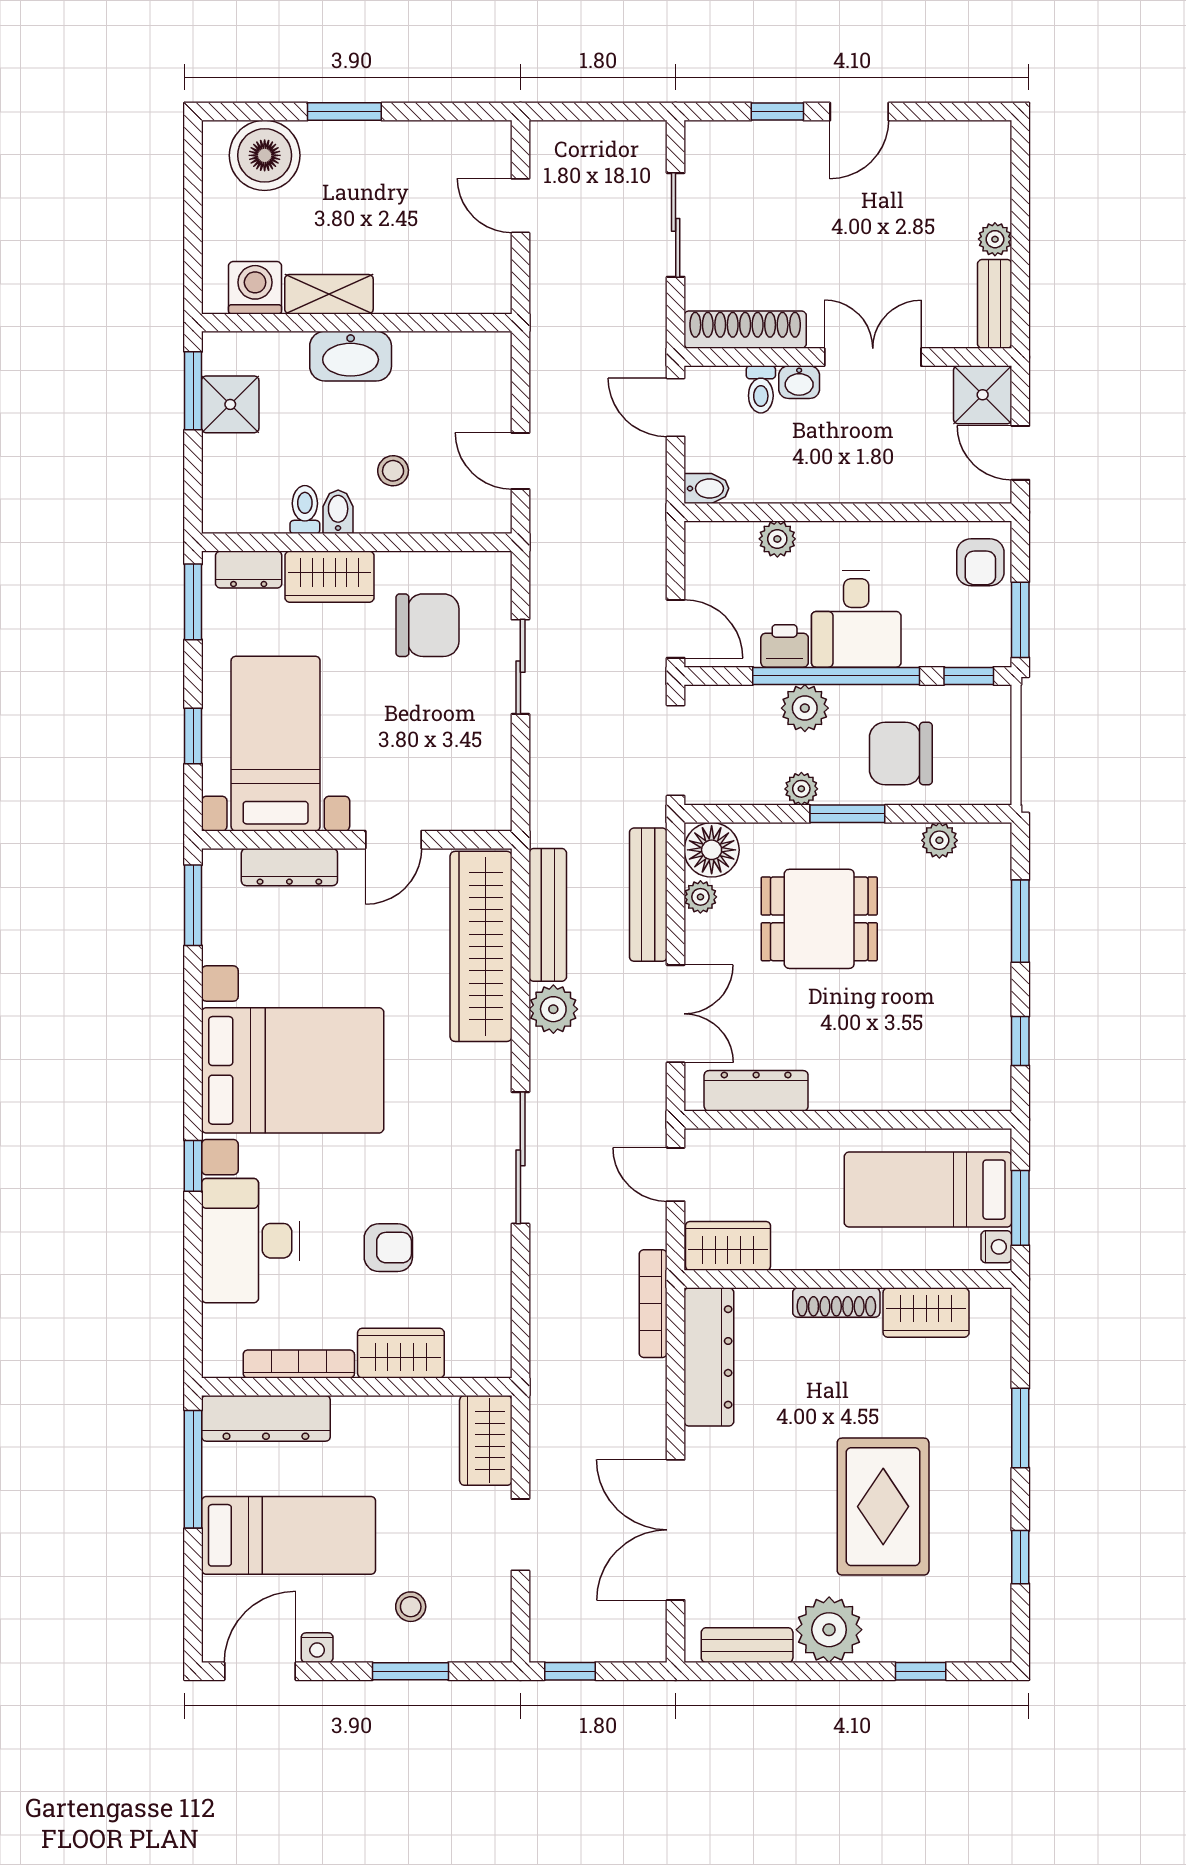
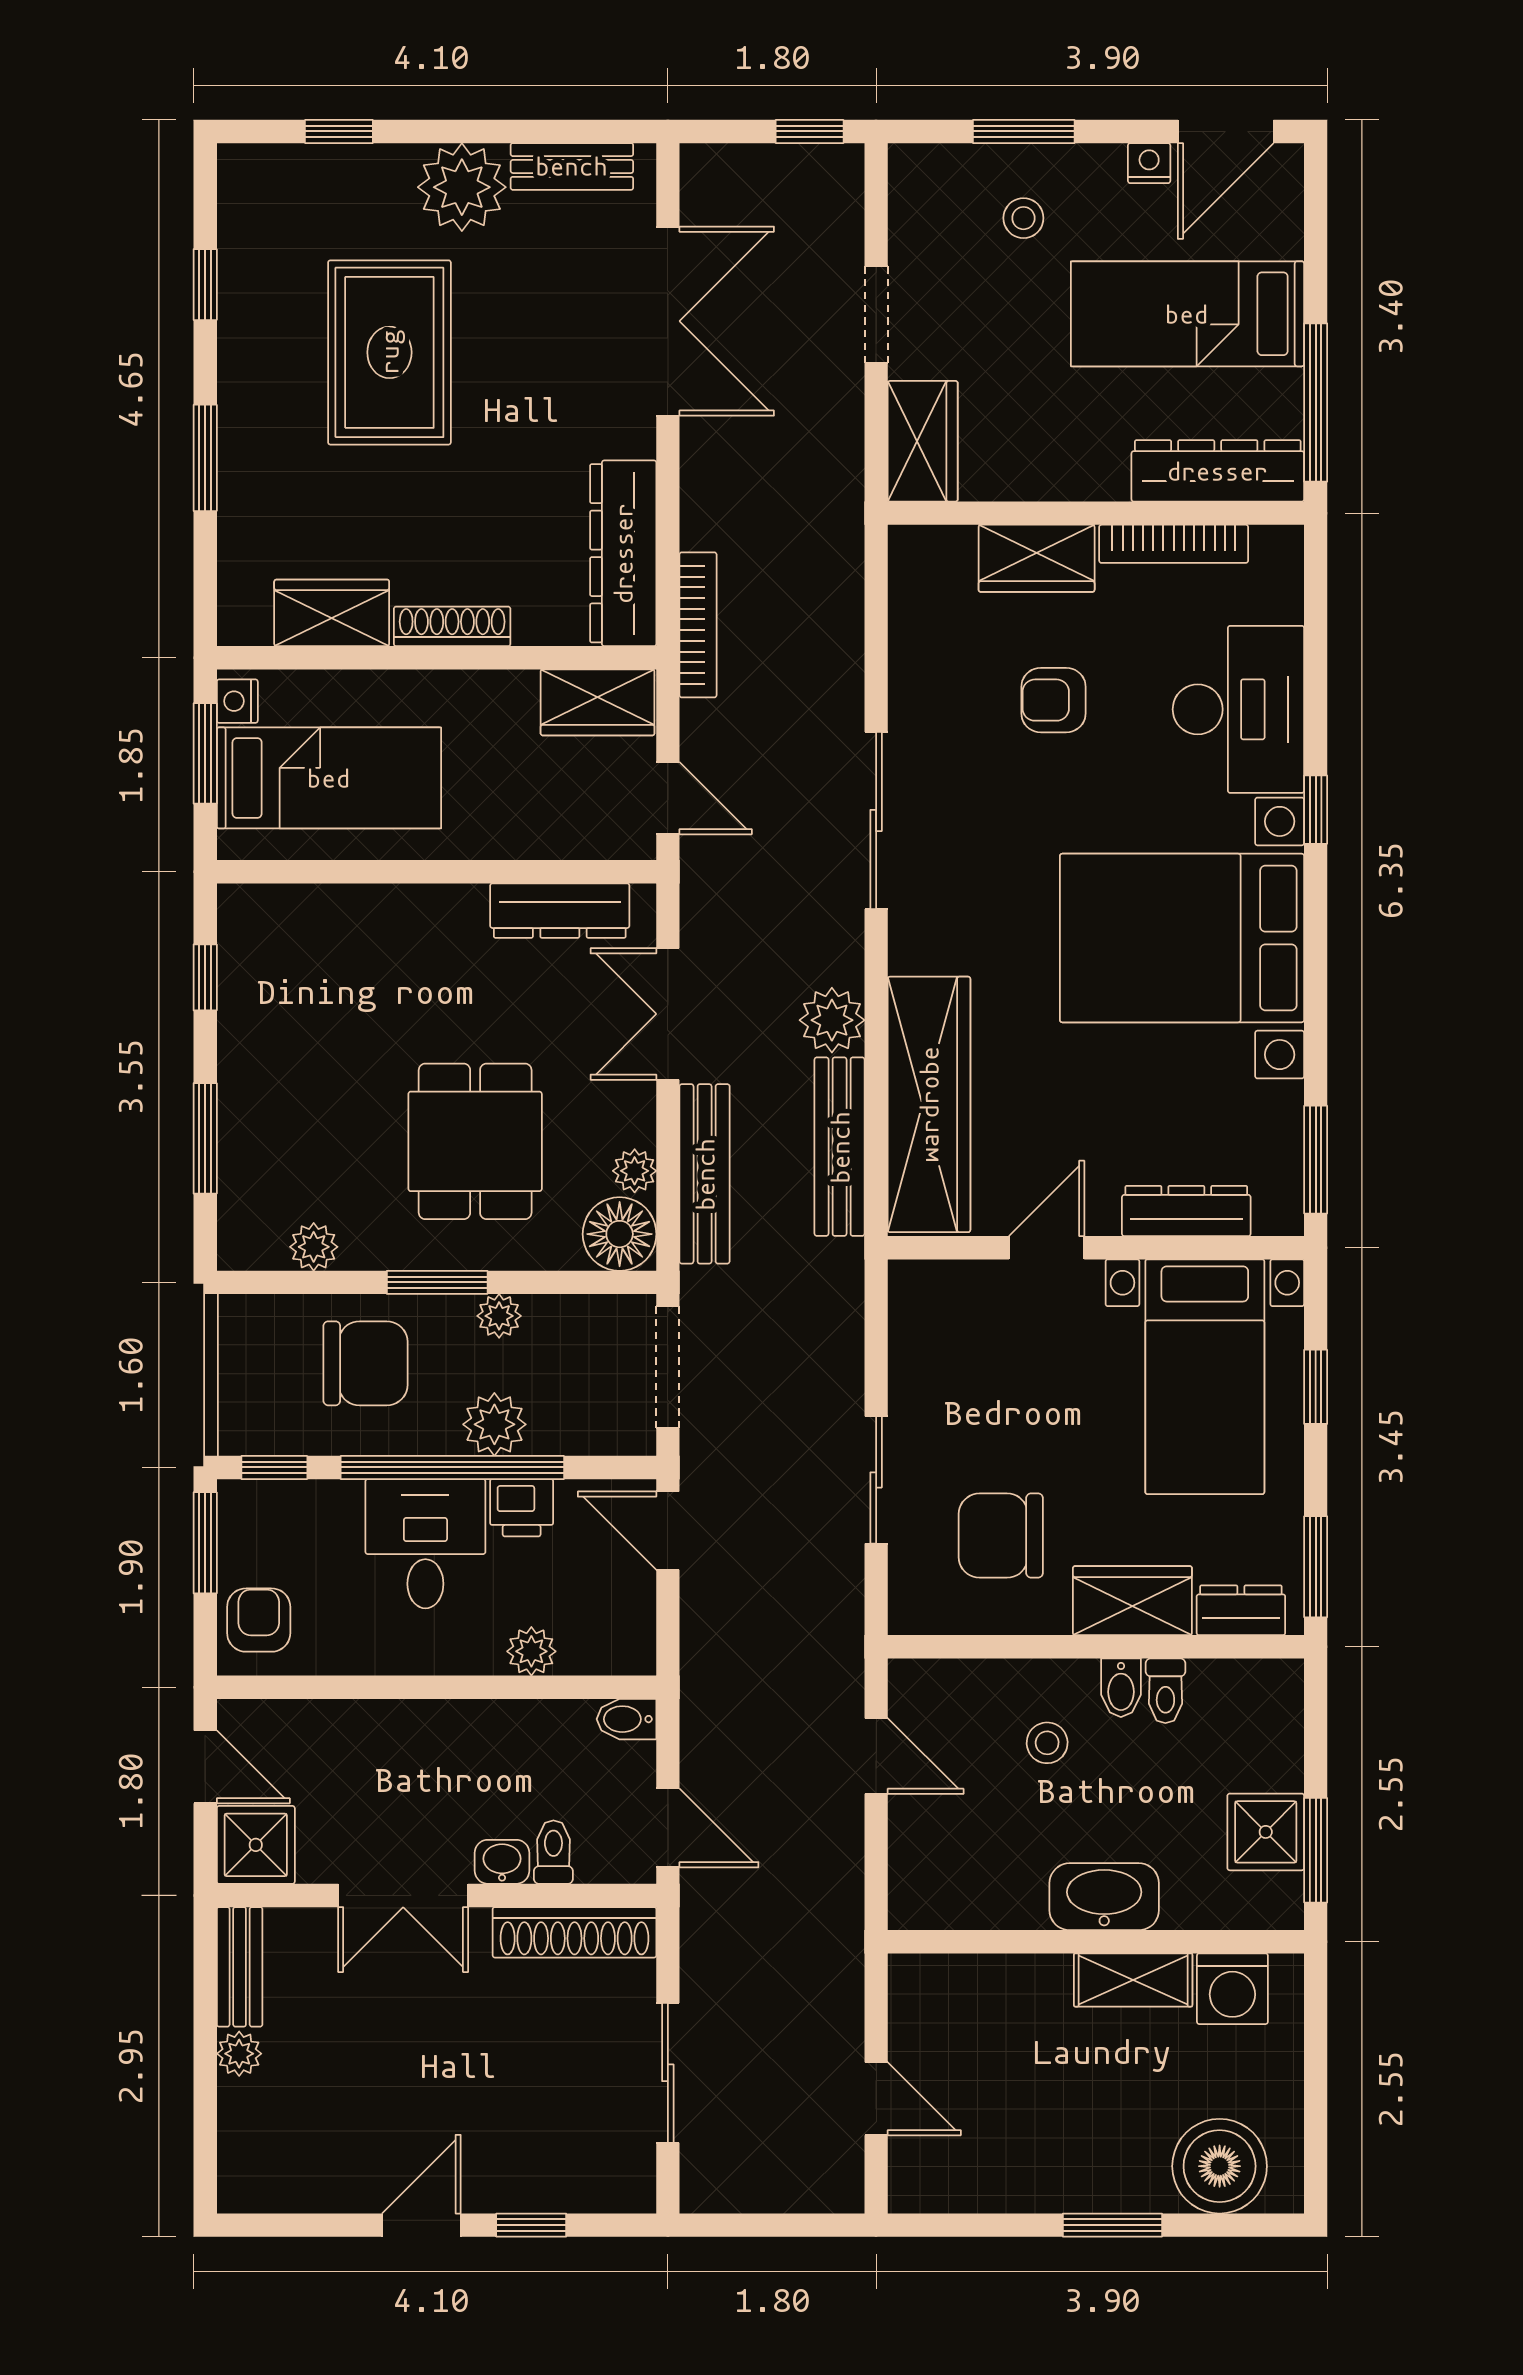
dining table: (819, 919) -> (475, 1141), turned 90

